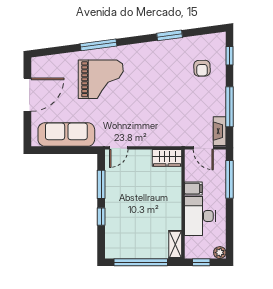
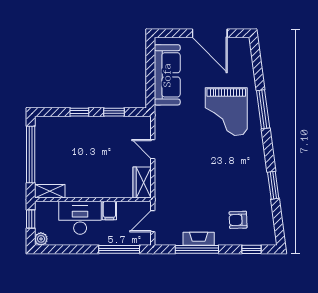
fireplace: (220, 131) -> (199, 239), moved
door: (119, 148) -> (153, 149), moved
window: (101, 184) -> (114, 112), width x0.67

